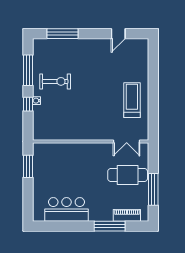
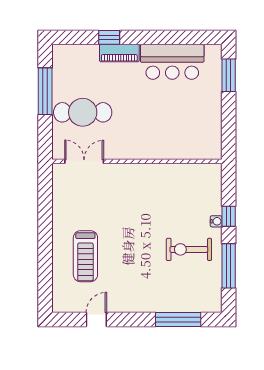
treadmill: (132, 100) -> (85, 256), moved
window: (28, 166) -> (229, 75), moved
piano: (127, 215) -> (119, 53), moved
window: (110, 226) -> (109, 37), width x0.46

